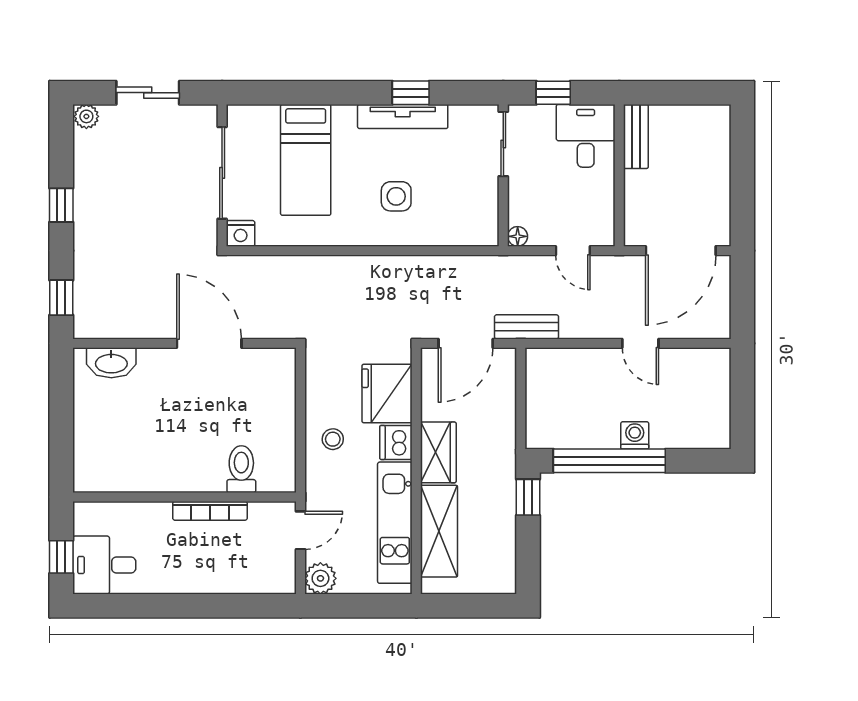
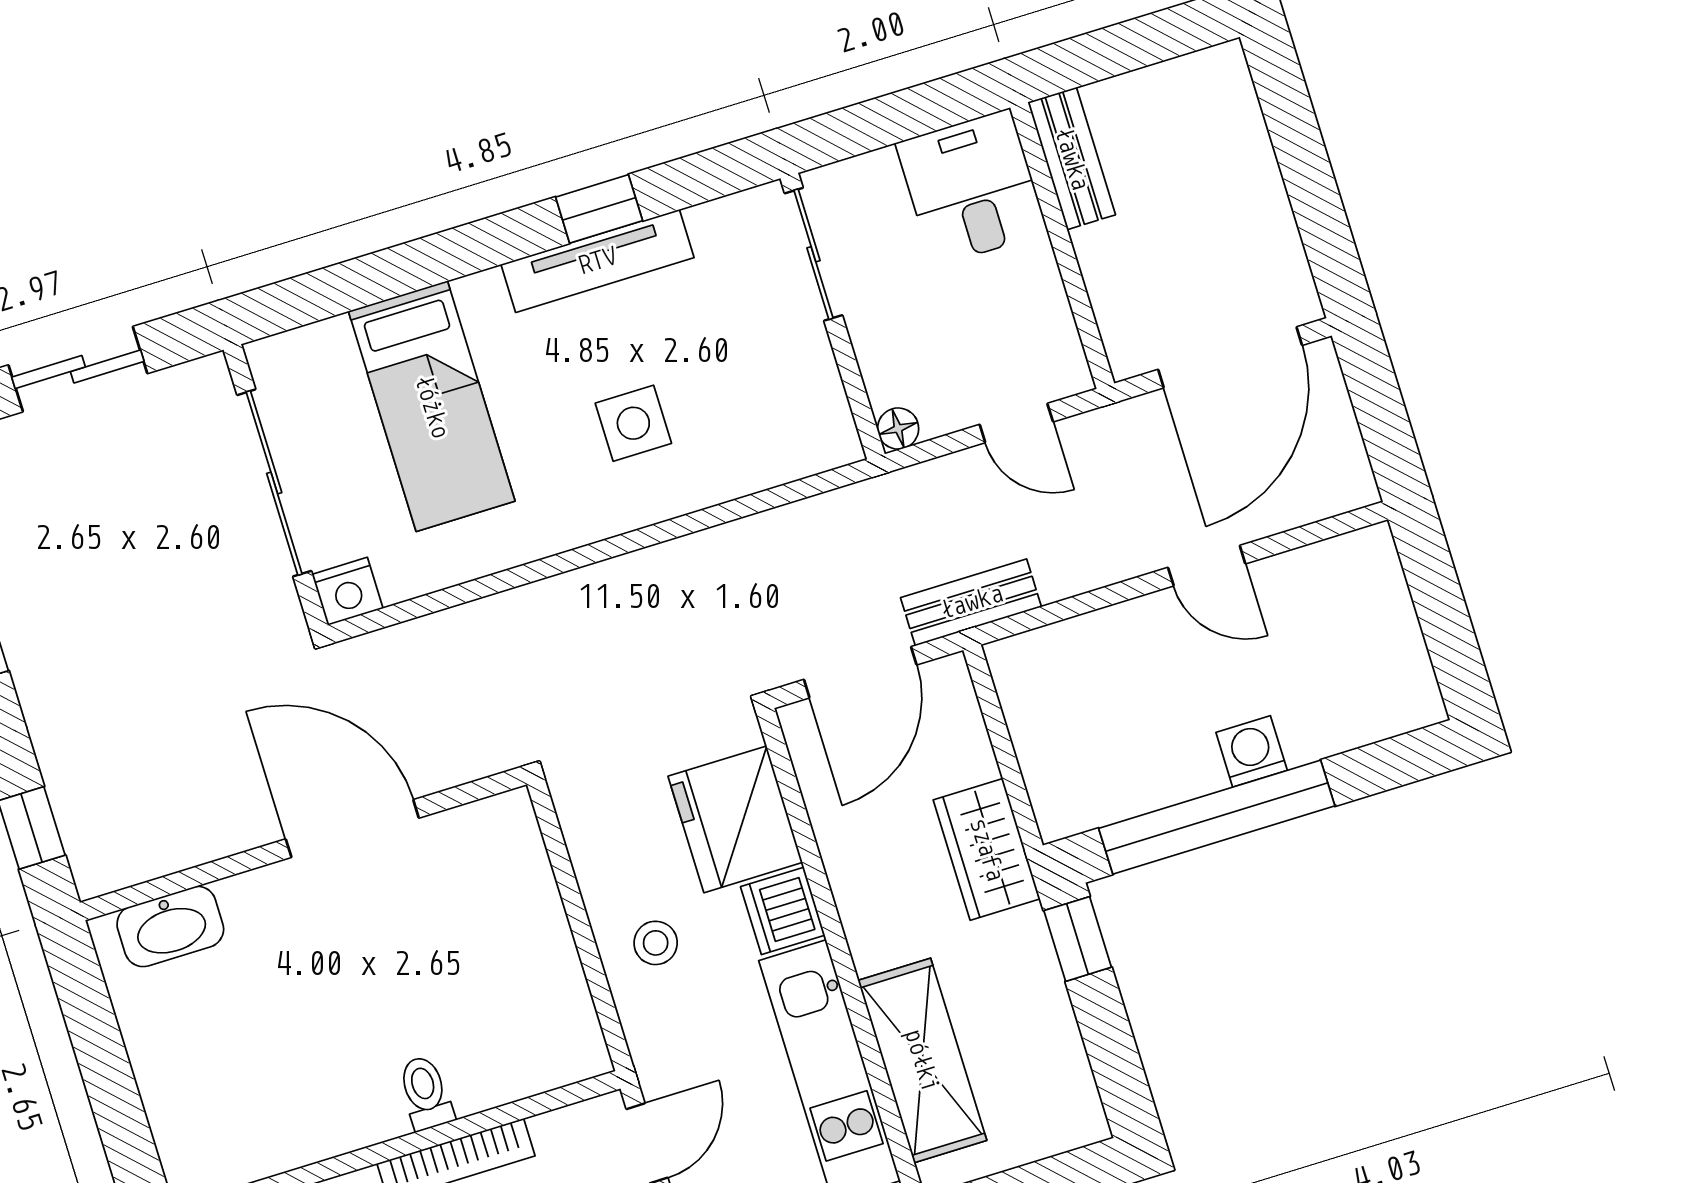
window: (553, 93) -> (881, 122), removed
wardrobe: (438, 452) -> (987, 849), moved, turned 180
toilet: (241, 469) -> (426, 1093), moved, width x0.73, depth x0.72

